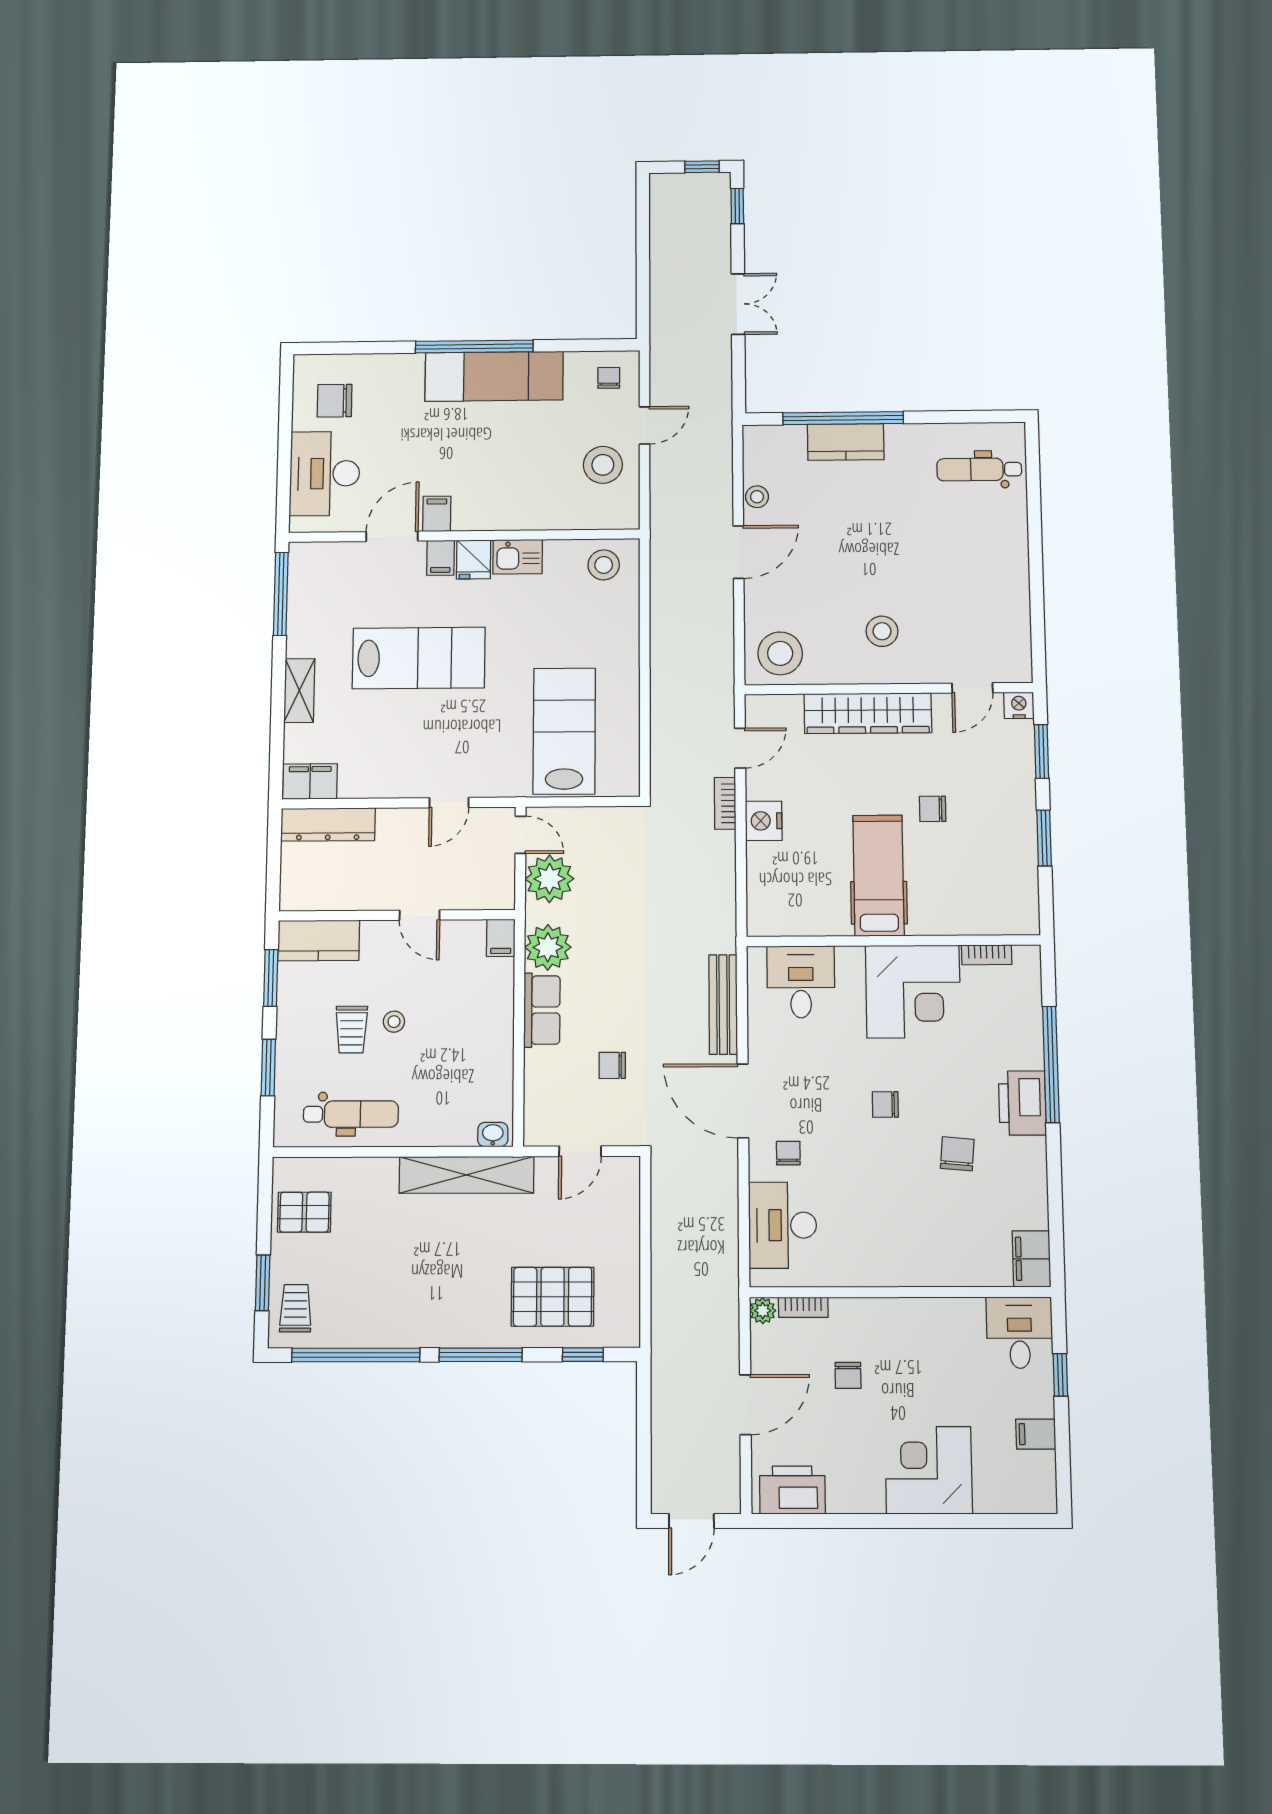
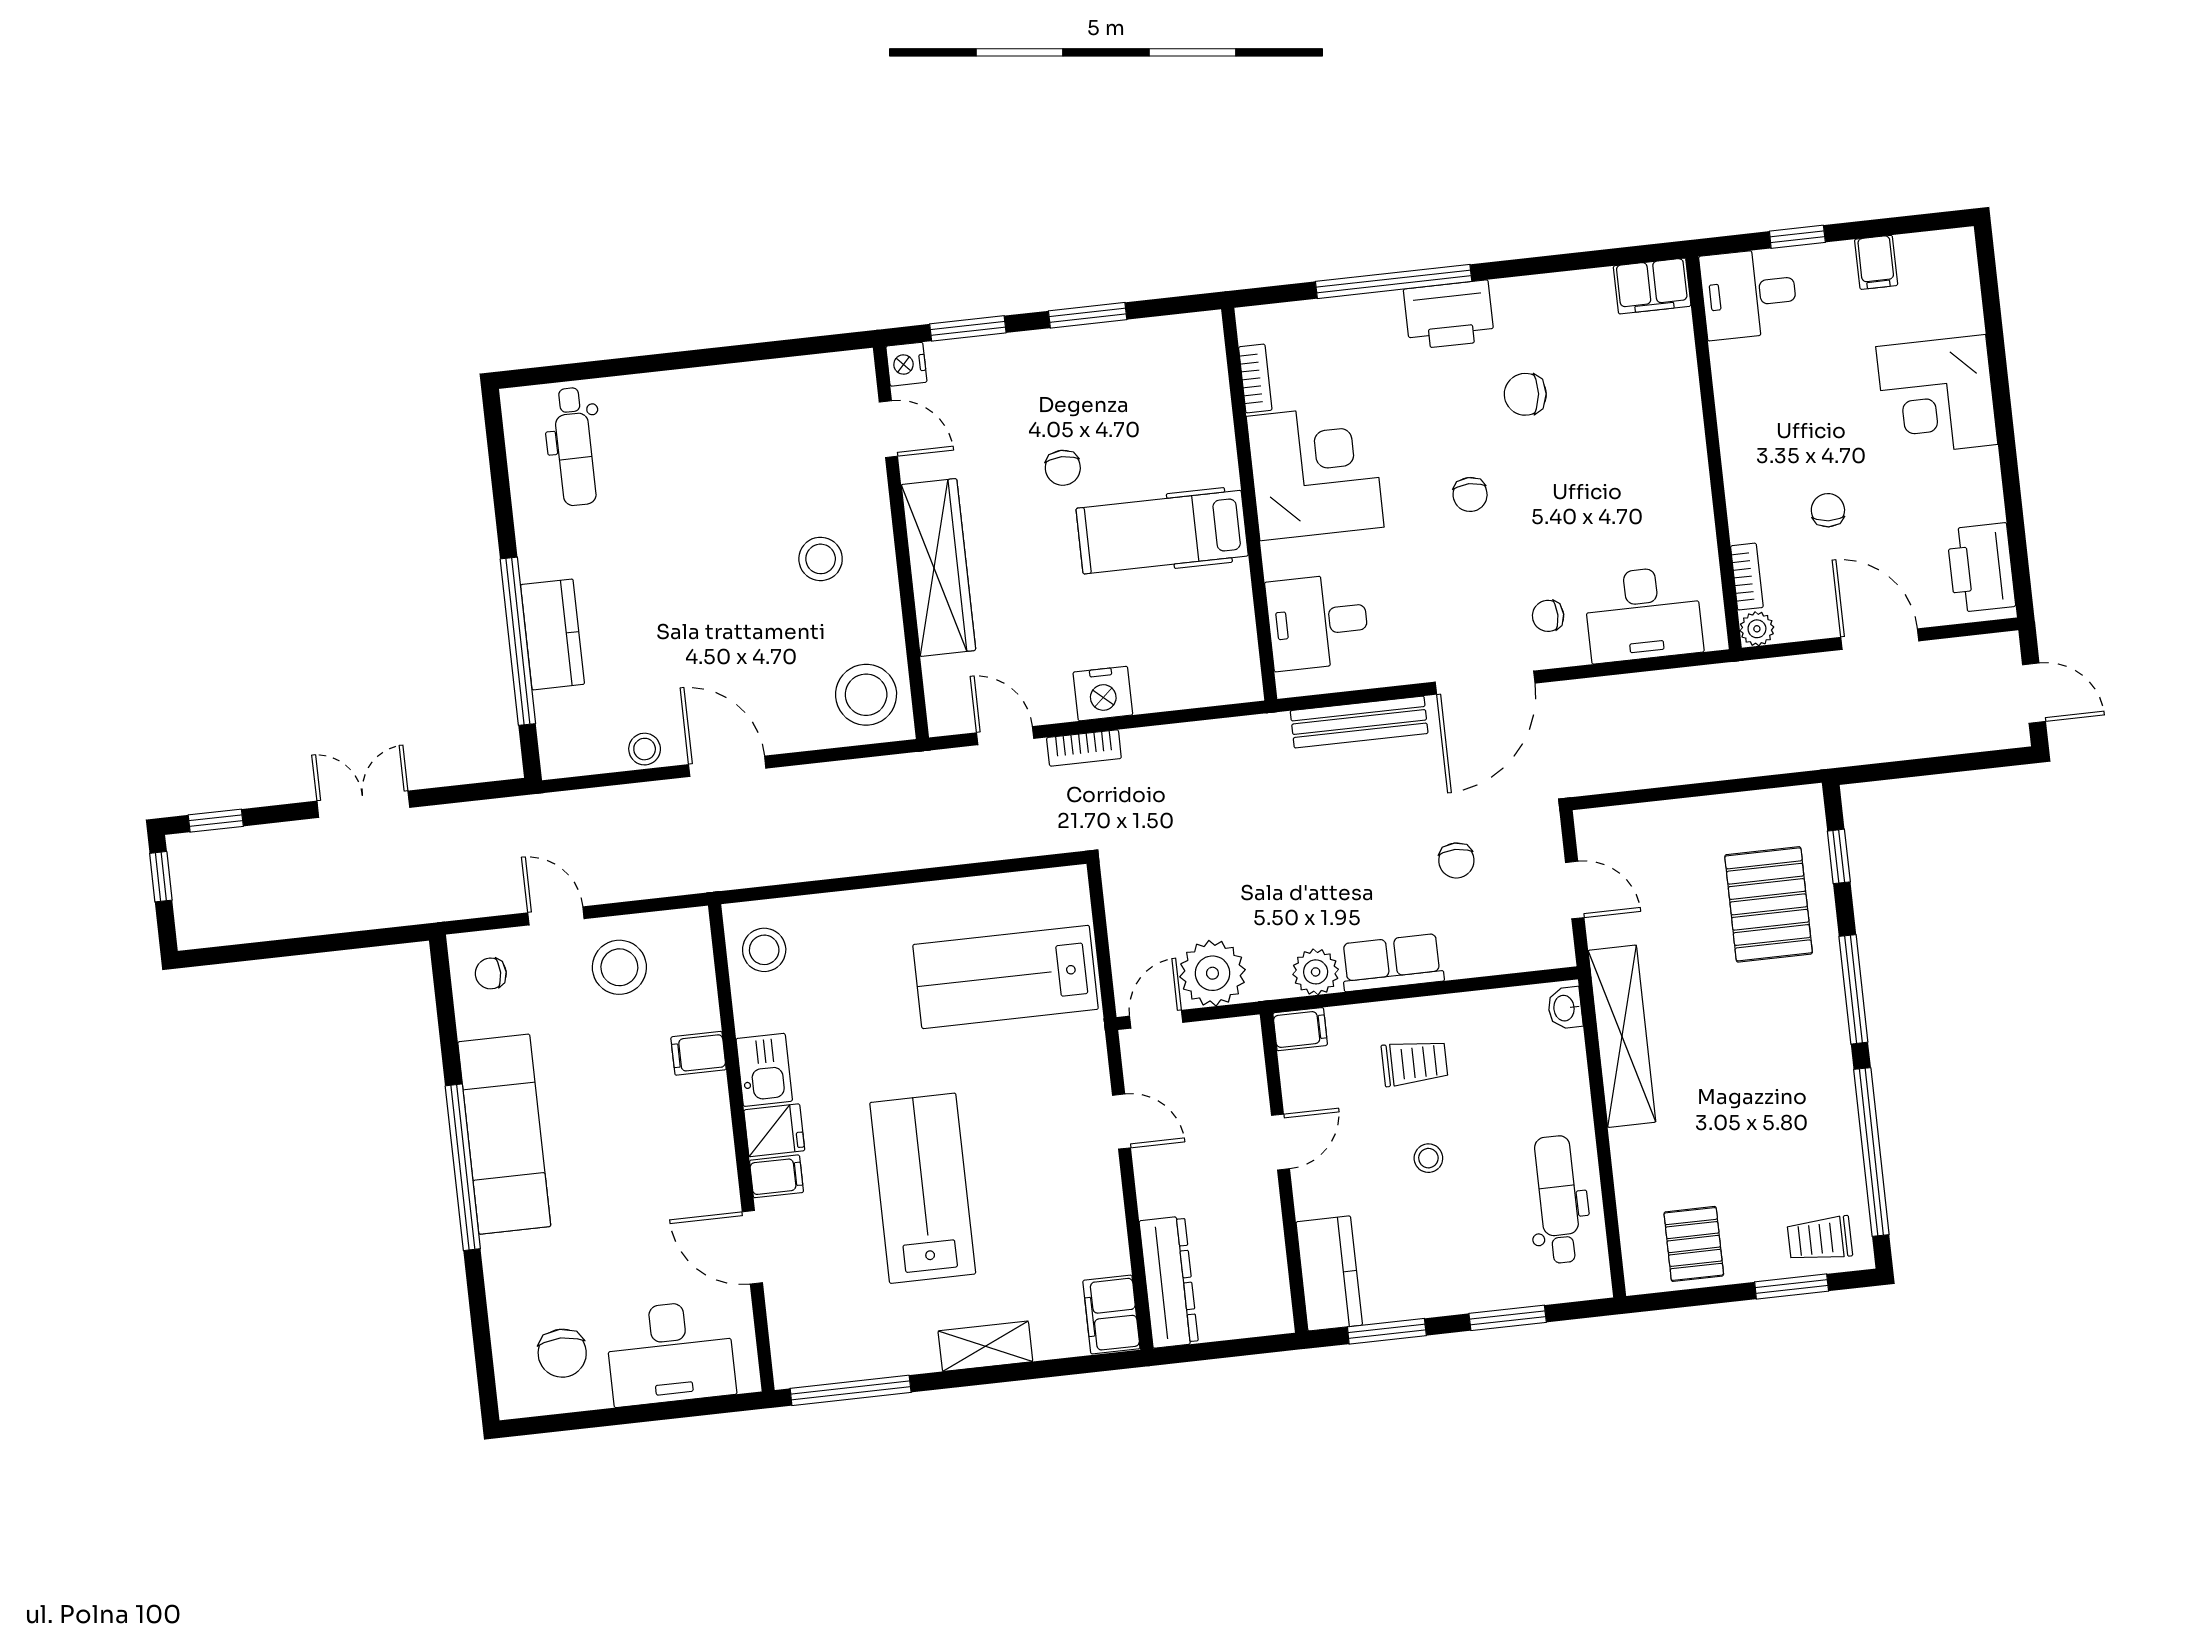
filing cabinet: (437, 514) -> (698, 1053), moved
plant: (548, 947) -> (1316, 972), width x0.73, depth x0.73
trolley: (351, 1030) -> (1415, 1063), moved
chair: (848, 1375) -> (1828, 510), turned -86

